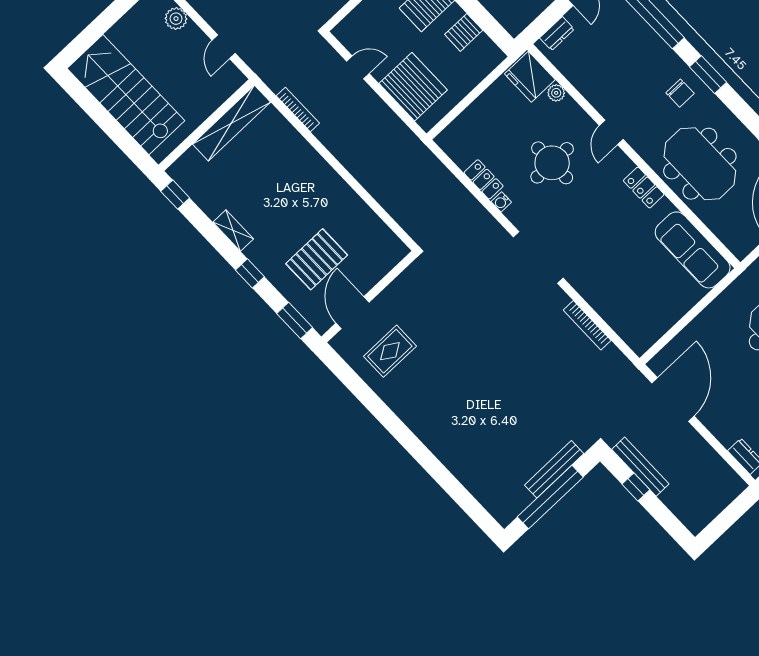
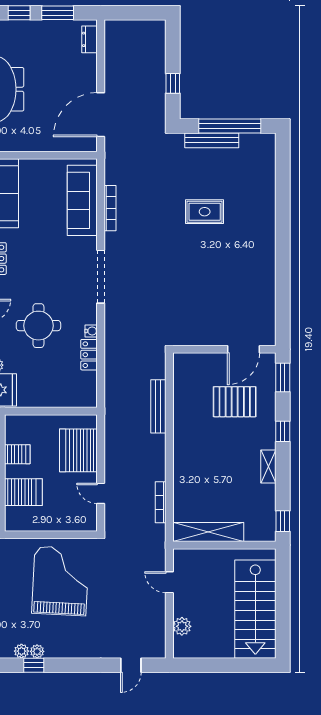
door: (224, 47) -> (169, 582), swing flipped
sofa: (618, 309) -> (82, 200), added
rug: (390, 351) -> (205, 212), moved
bench: (640, 467) -> (158, 406), moved

